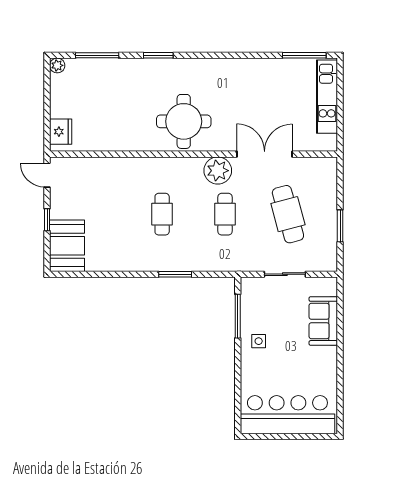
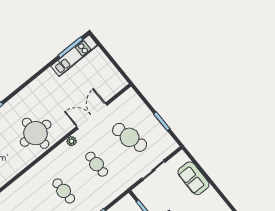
kitchen unit: (327, 97) -> (74, 56), moved, turned -90
plant: (218, 171) -> (72, 141), width x0.53, depth x0.53

